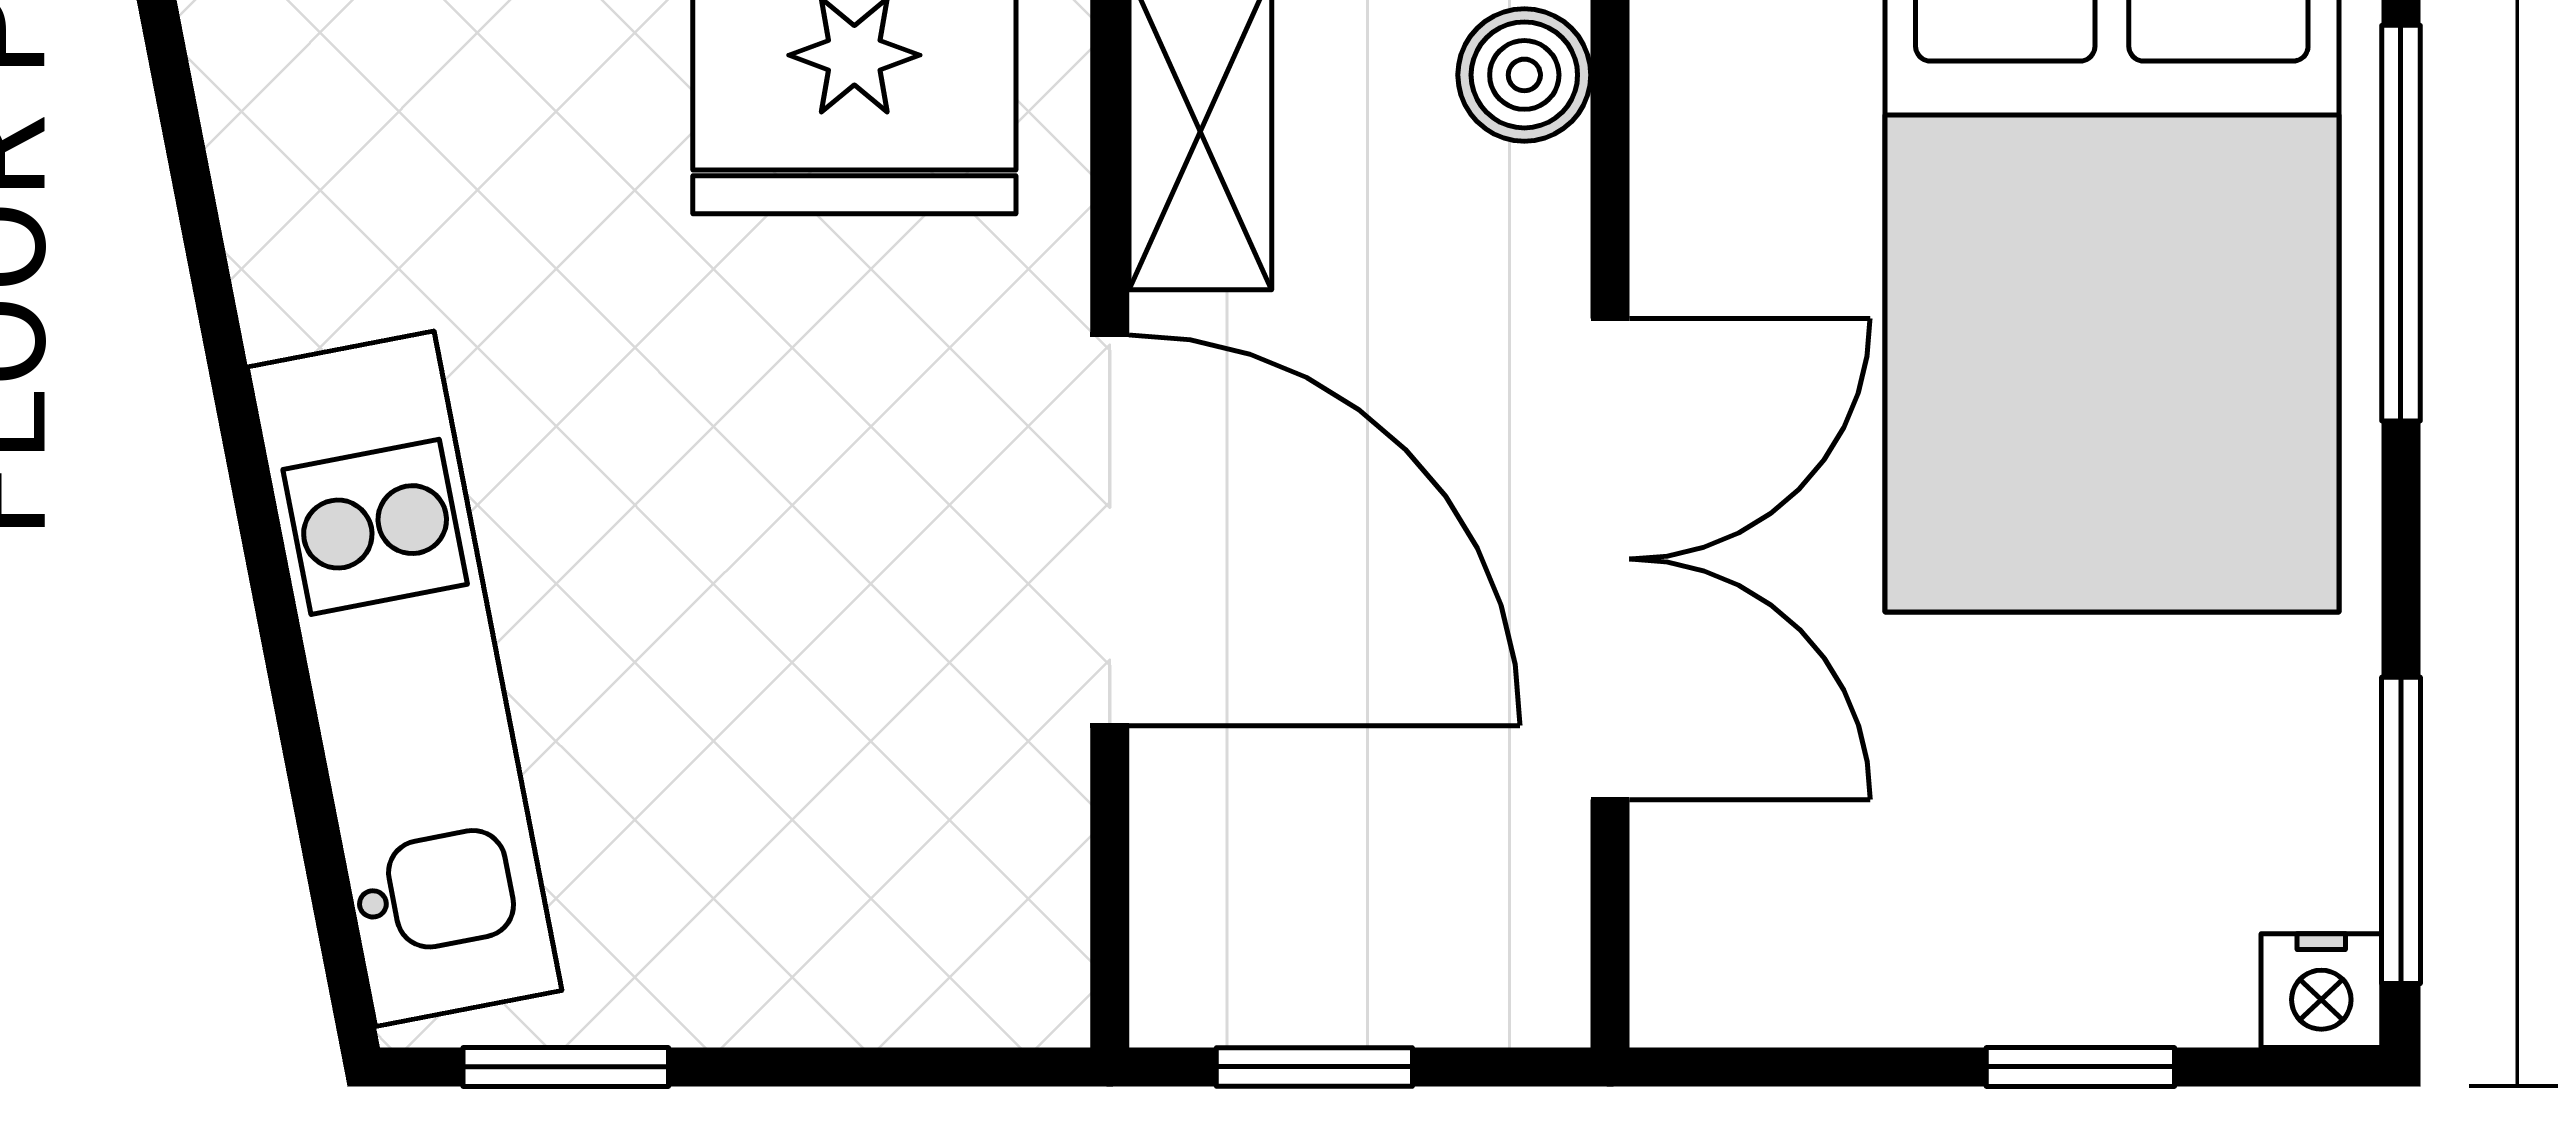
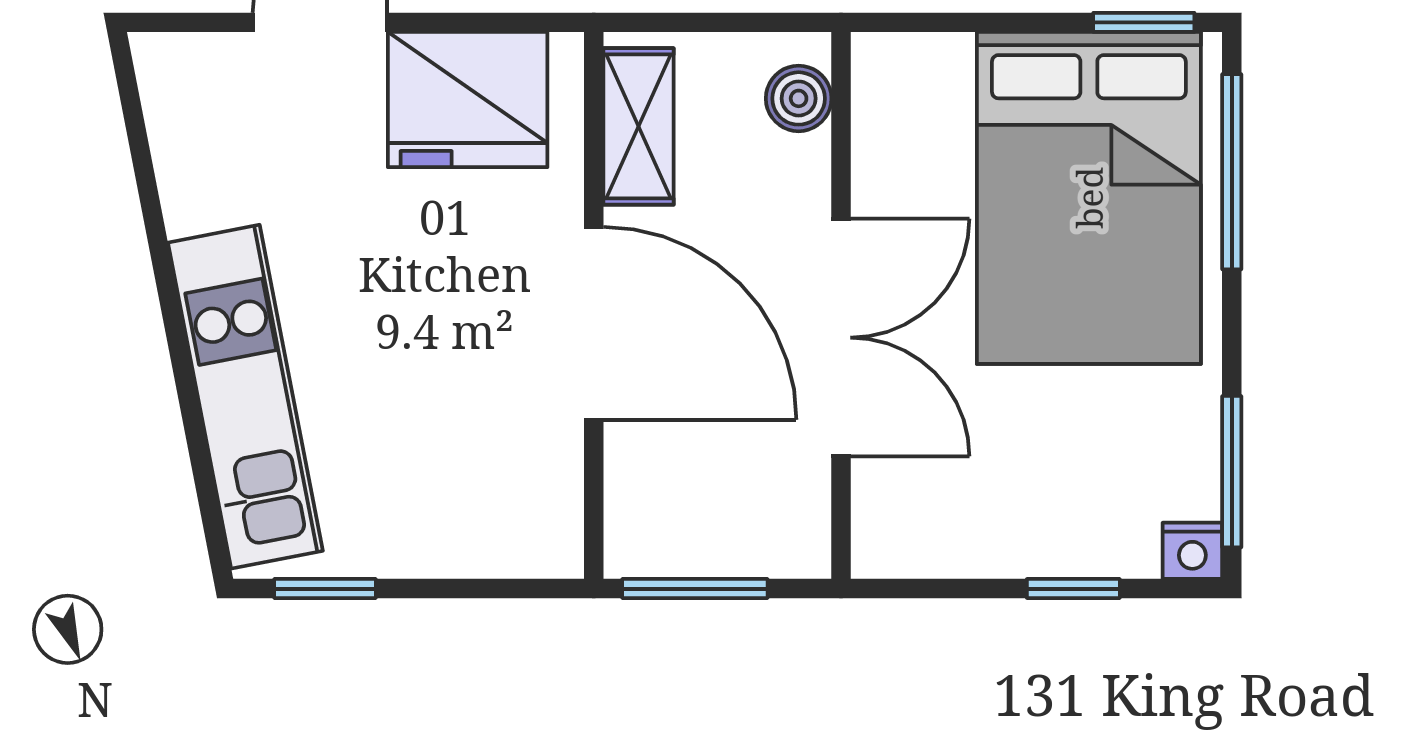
window: (1314, 1067) -> (695, 589), width x1.50

